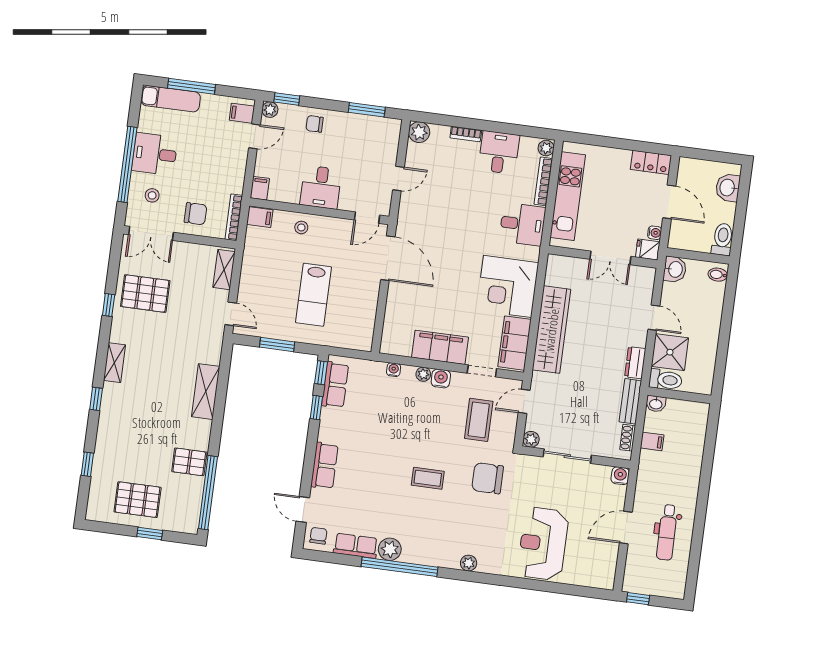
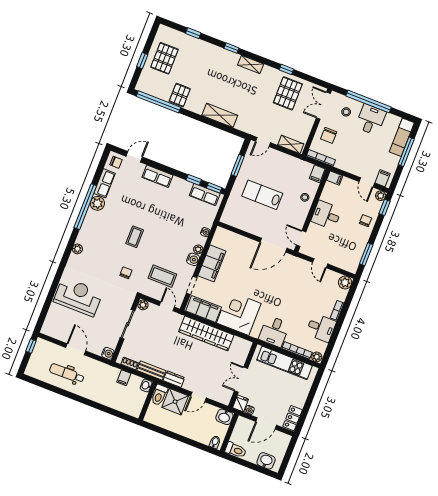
chair: (488, 478) -> (126, 273), width x0.54, depth x0.54

